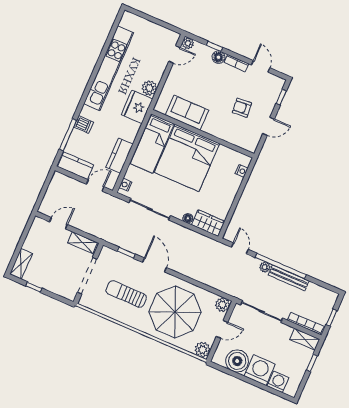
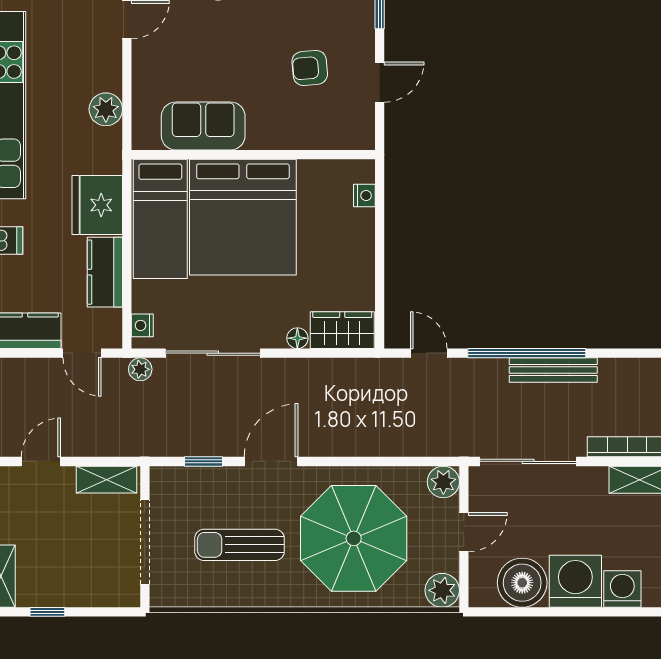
fridge: (137, 107) -> (97, 205), moved
door: (95, 185) -> (82, 353), swing flipped
door: (154, 265) -> (271, 461), hinge flipped
plant: (265, 267) -> (140, 369), moved

